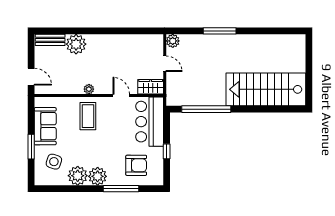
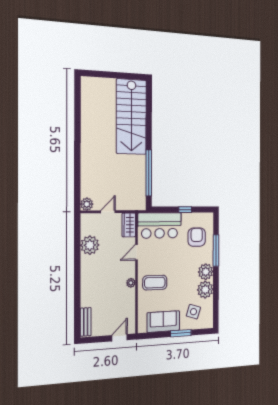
window: (220, 31) -> (77, 159), removed
plant: (76, 44) -> (90, 245), moved

